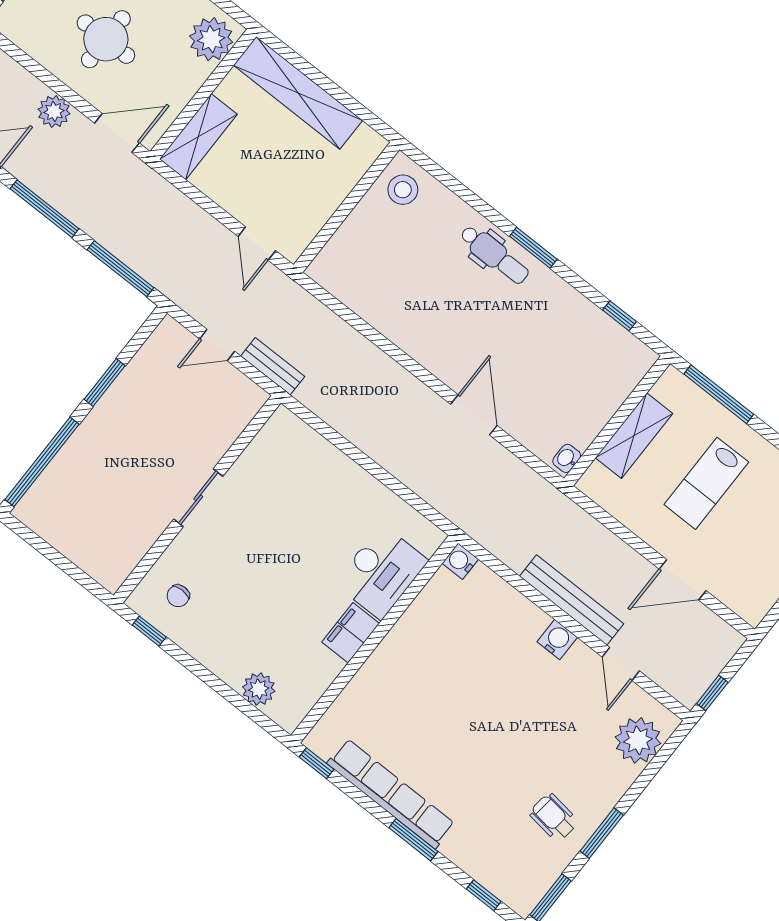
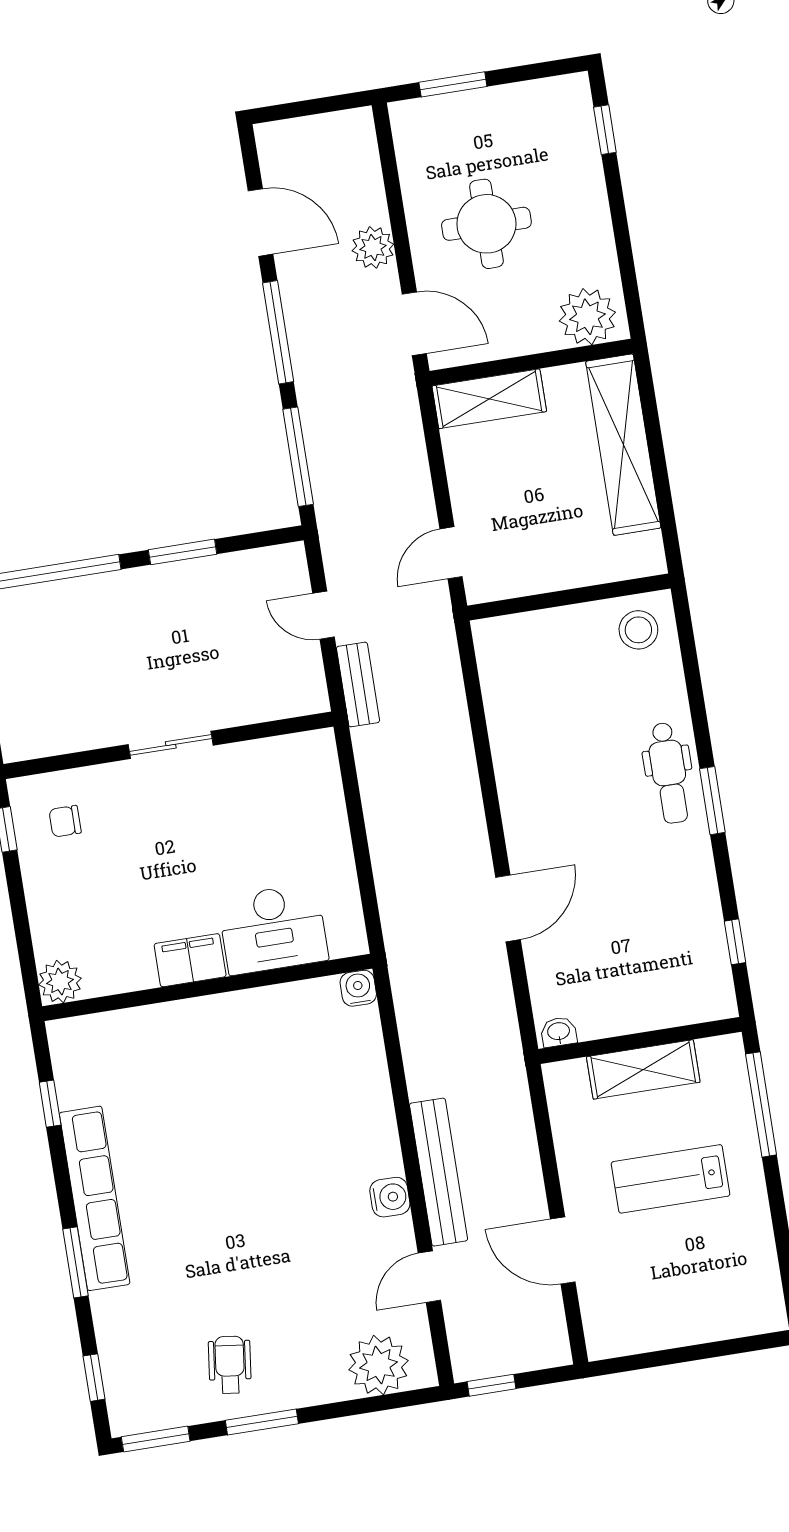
water cooler: (460, 561) -> (358, 988), moved
desk: (381, 572) -> (273, 929), moved
filing cabinet: (351, 633) -> (190, 960), moved
wall: (375, 639) -> (207, 987), moved

